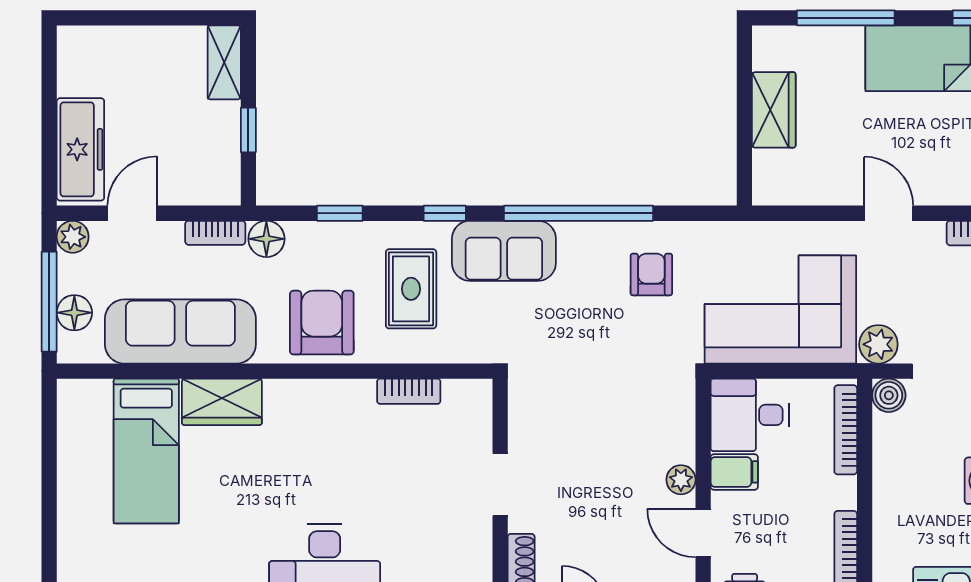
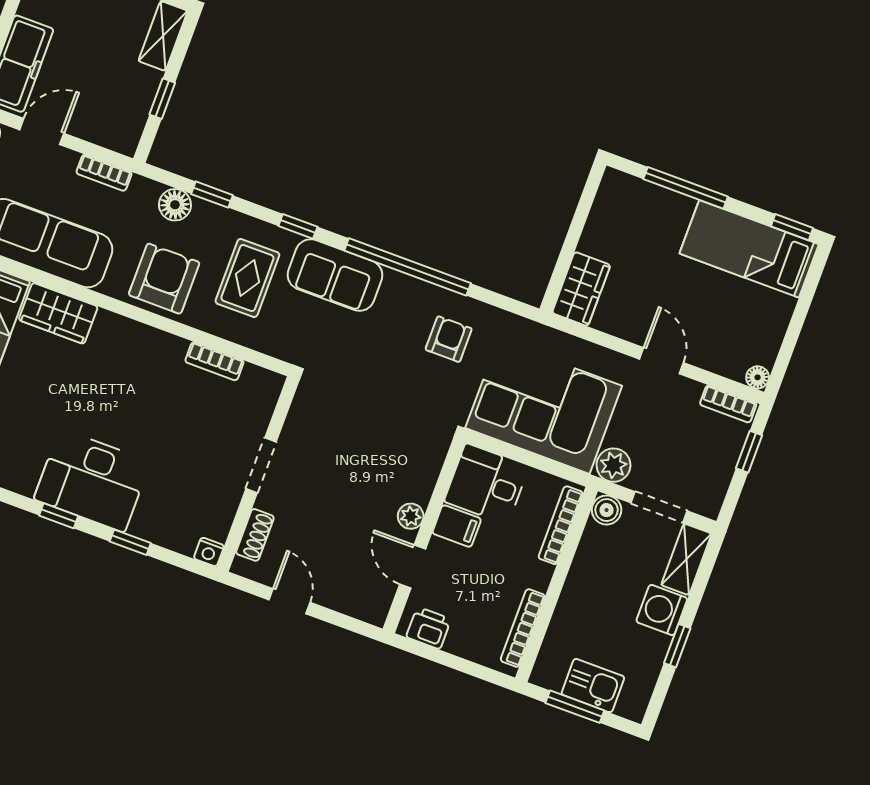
wardrobe: (774, 110) -> (581, 289), moved
floor lamp: (266, 239) -> (175, 205), moved

